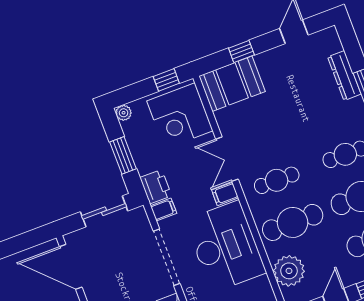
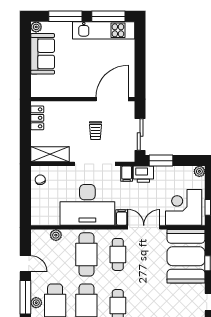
booth: (232, 84) -> (186, 256), width x1.36, depth x1.42
window: (123, 155) -> (161, 161), moved
plant: (289, 271) -> (56, 235), width x0.53, depth x0.53
trolley: (122, 273) -> (95, 131), added

